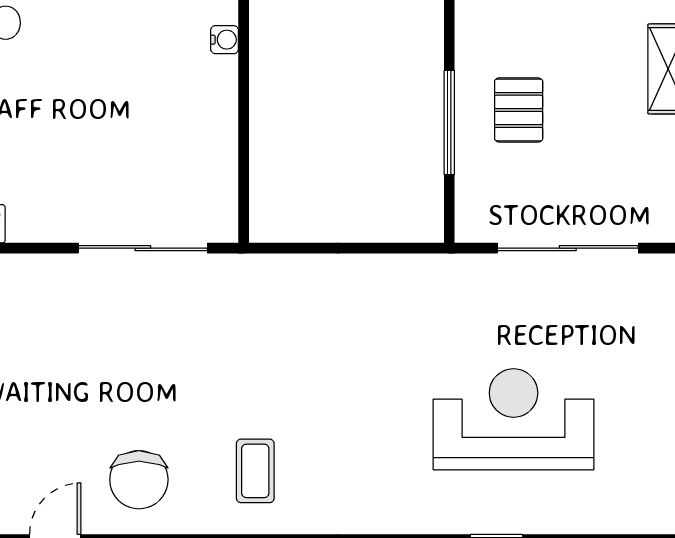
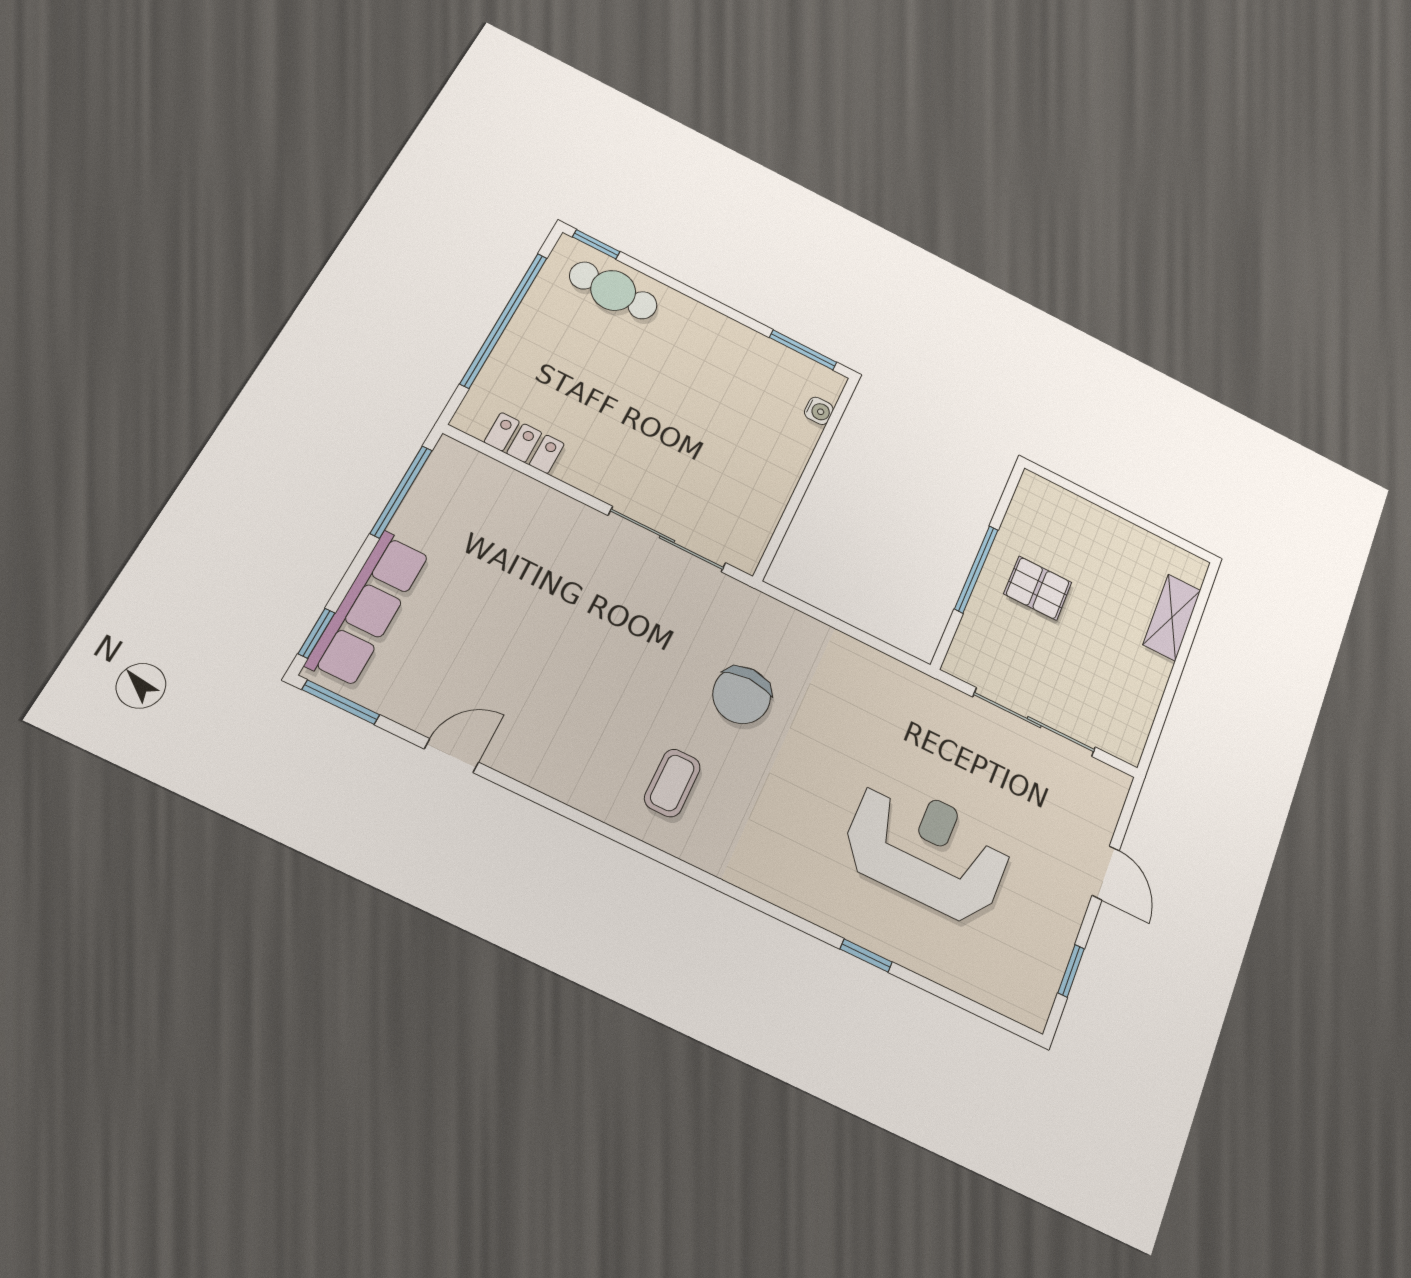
pallet: (519, 110) -> (1038, 588), turned 90
chair: (139, 480) -> (742, 695), moved

